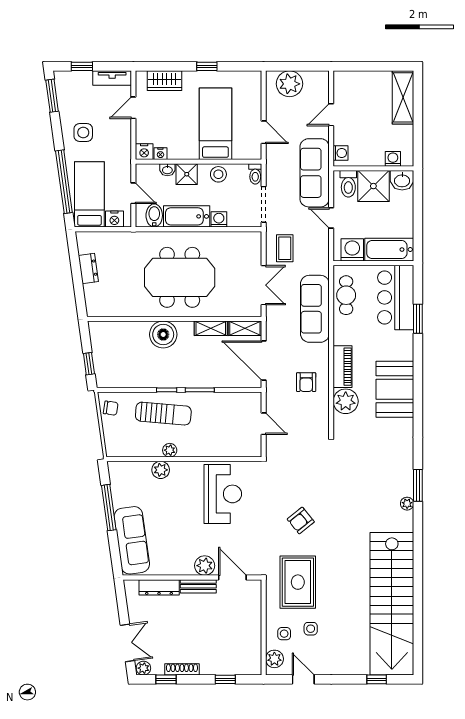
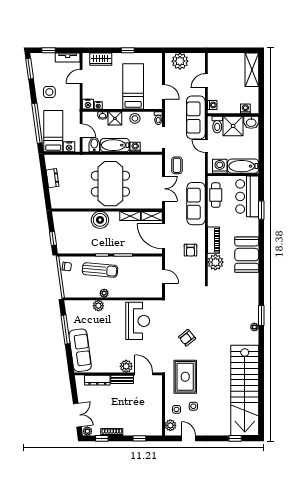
meeting table: (180, 277) -> (110, 184), turned 90

